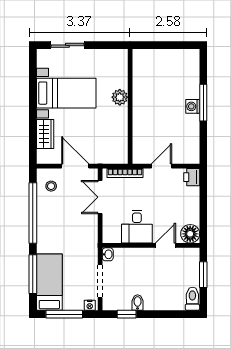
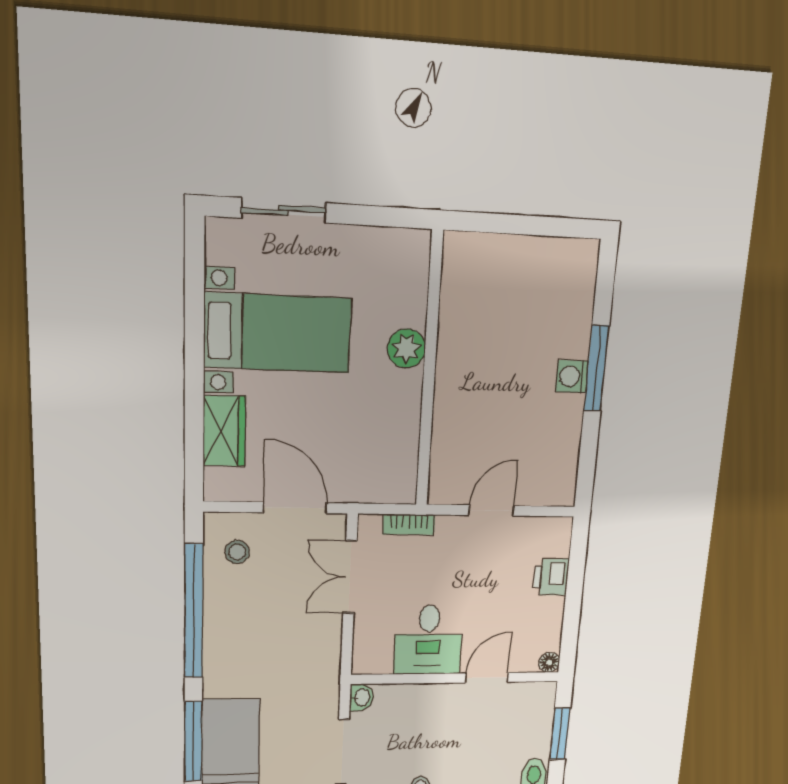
bookcase: (125, 173) -> (409, 524), width x0.64
printer: (192, 177) -> (551, 577), moved
floor lamp: (190, 234) -> (549, 662), width x0.53, depth x0.53

